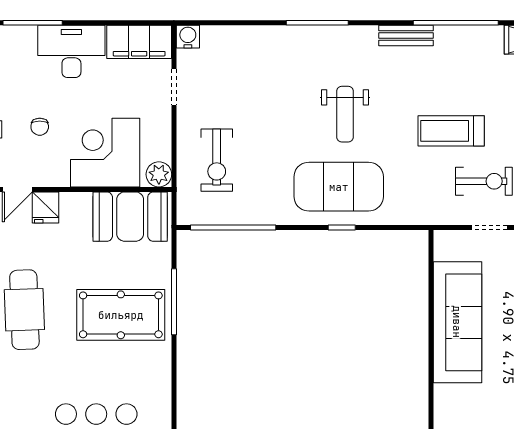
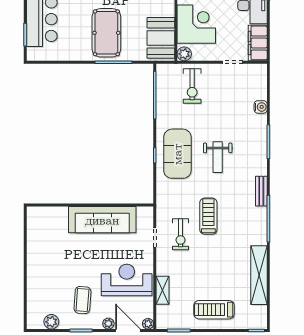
water cooler: (188, 37) -> (261, 107), moved
weight bench: (345, 114) -> (218, 157), turned -90
exercise bike: (217, 160) -> (192, 86), turned -90

